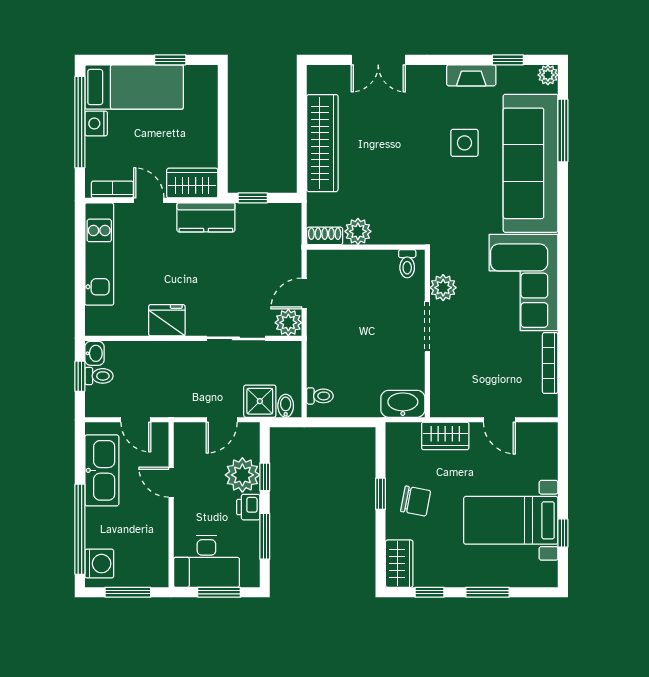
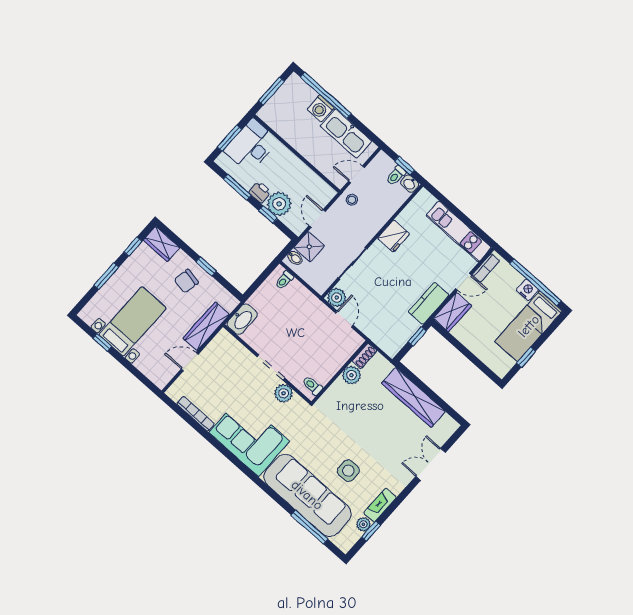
plant: (548, 75) -> (363, 524), moved
stool: (168, 400) -> (352, 200), added
wardrobe: (445, 436) -> (206, 326), width x1.50
door: (171, 482) -> (308, 164), removed
washing machine: (99, 564) -> (321, 109), moved

